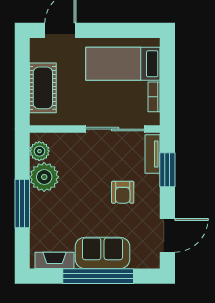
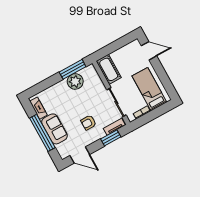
cot: (43, 88) -> (109, 69), moved, turned 90
plant: (39, 151) -> (86, 72), removed
window: (22, 203) -> (73, 69), moved

